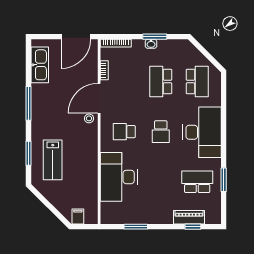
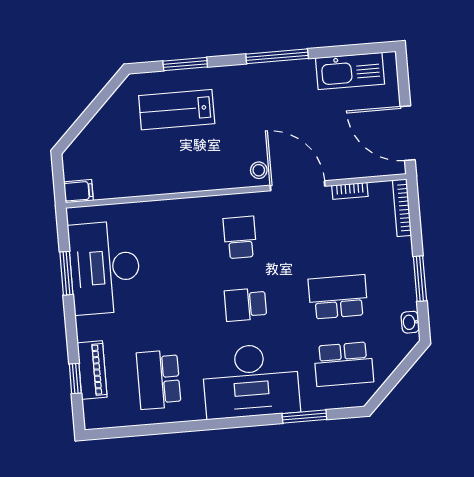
washbasin: (151, 44) -> (410, 322), moved
desk: (119, 177) -> (105, 268), moved, turned -90
window: (224, 180) -> (304, 417), moved
school desk: (197, 182) -> (159, 380), turned 180
filing cabinet: (78, 216) -> (78, 191), moved

